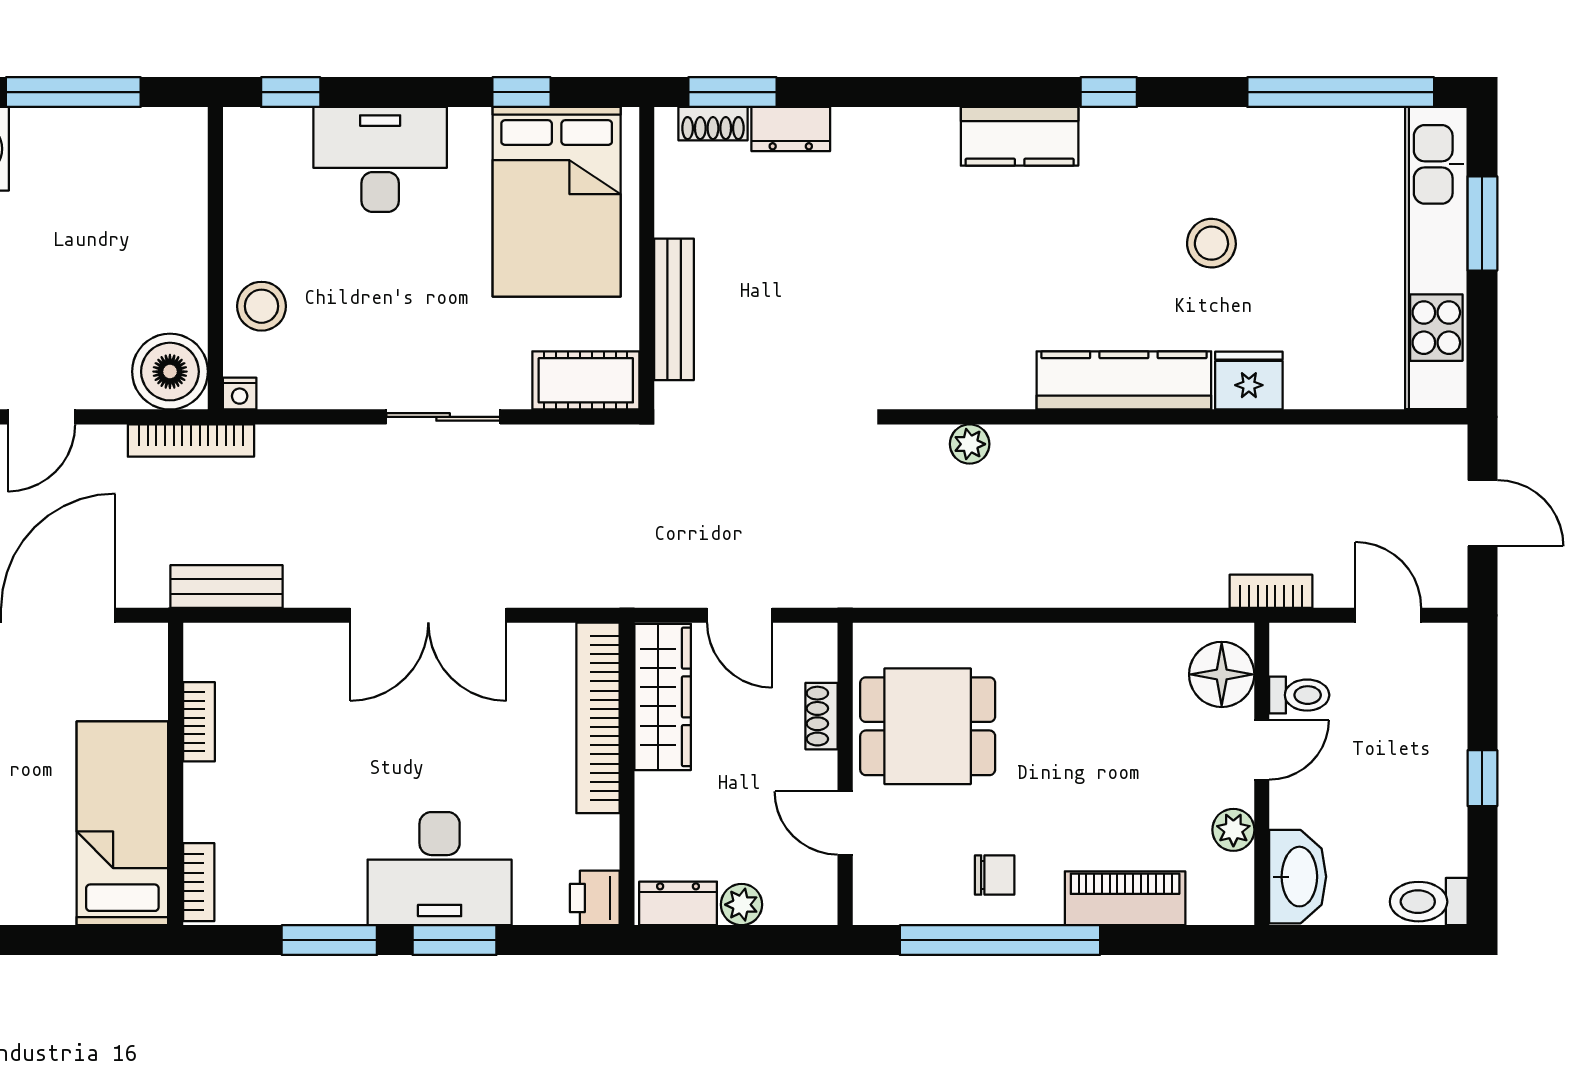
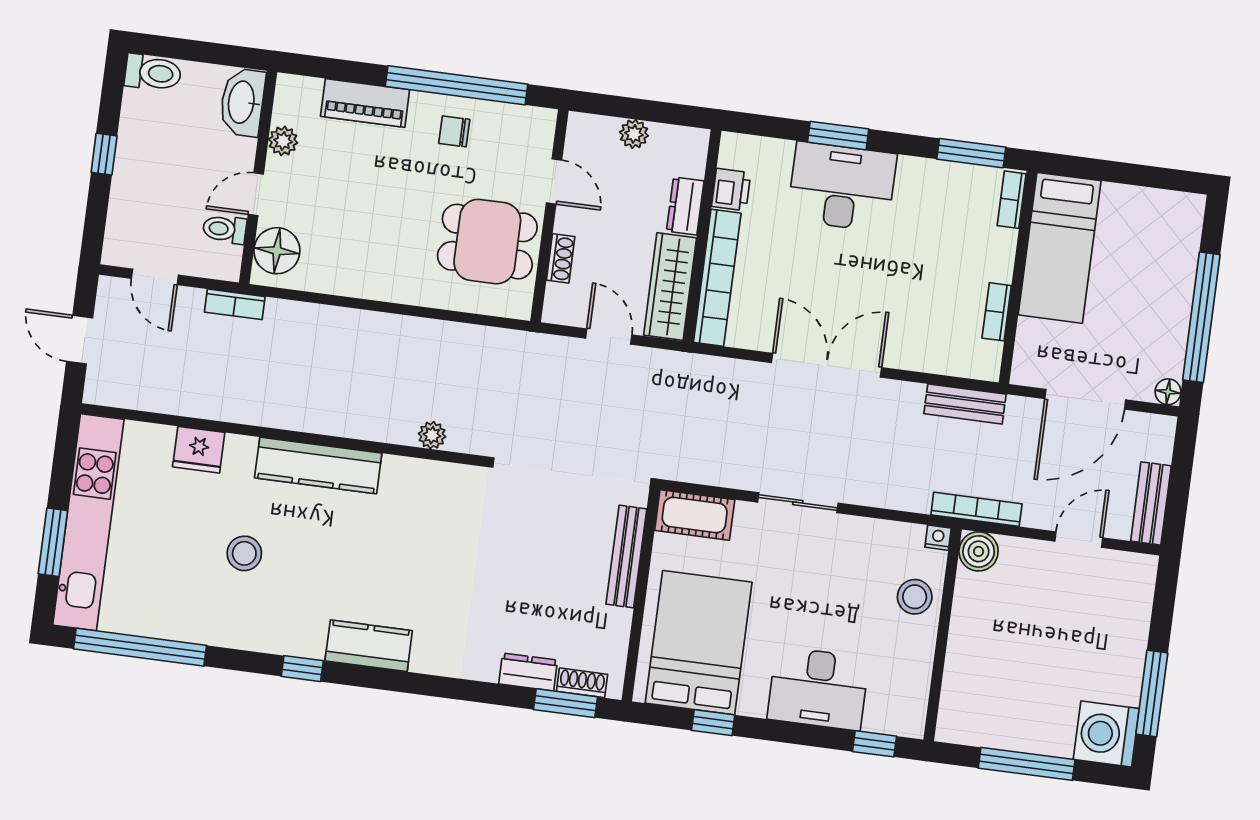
boiler: (170, 372) -> (979, 551), width x0.73, depth x0.73
fridge: (1249, 380) -> (199, 450), moved
printer: (595, 898) -> (731, 190), moved
dresser: (678, 903) -> (685, 206), moved, turned 90
window: (329, 940) -> (971, 153), moved

